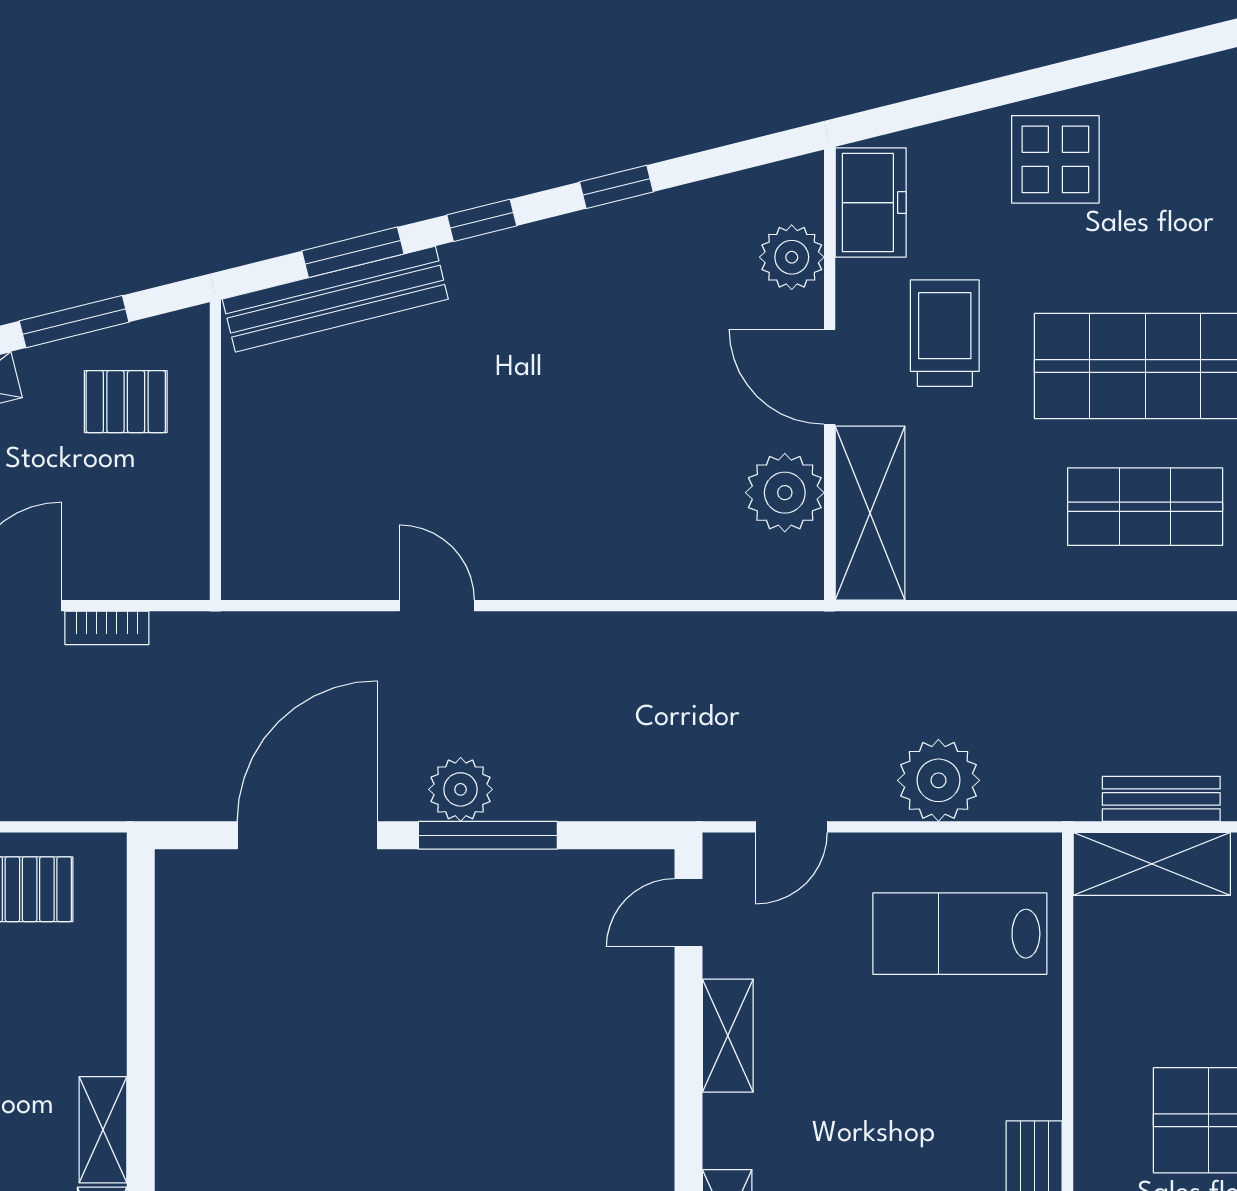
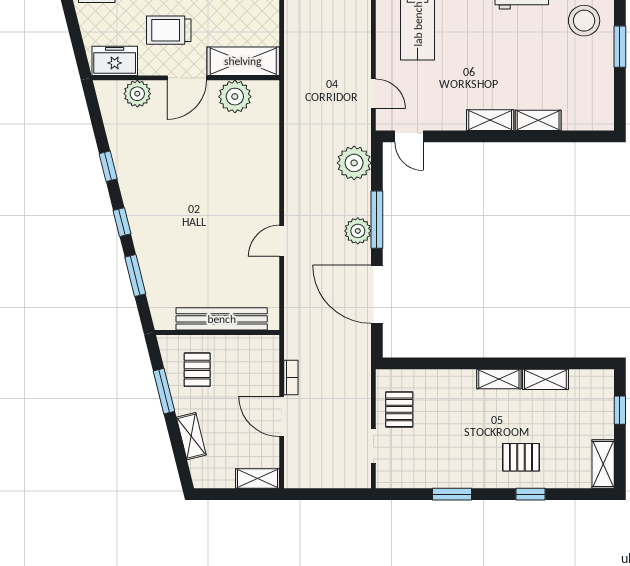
bench: (335, 299) -> (222, 319), moved, turned -76
plant: (938, 780) -> (354, 163), moved
shelving: (728, 1036) -> (490, 120), moved

